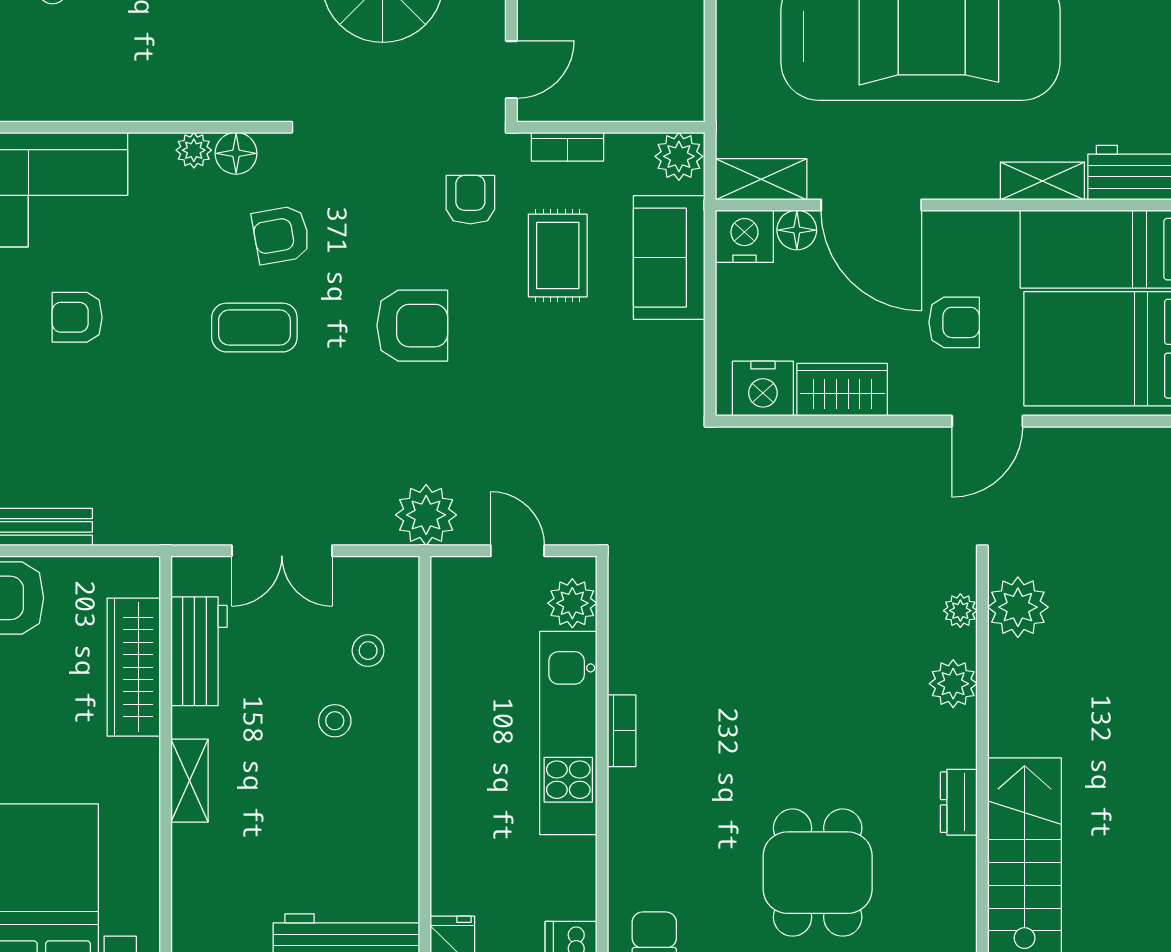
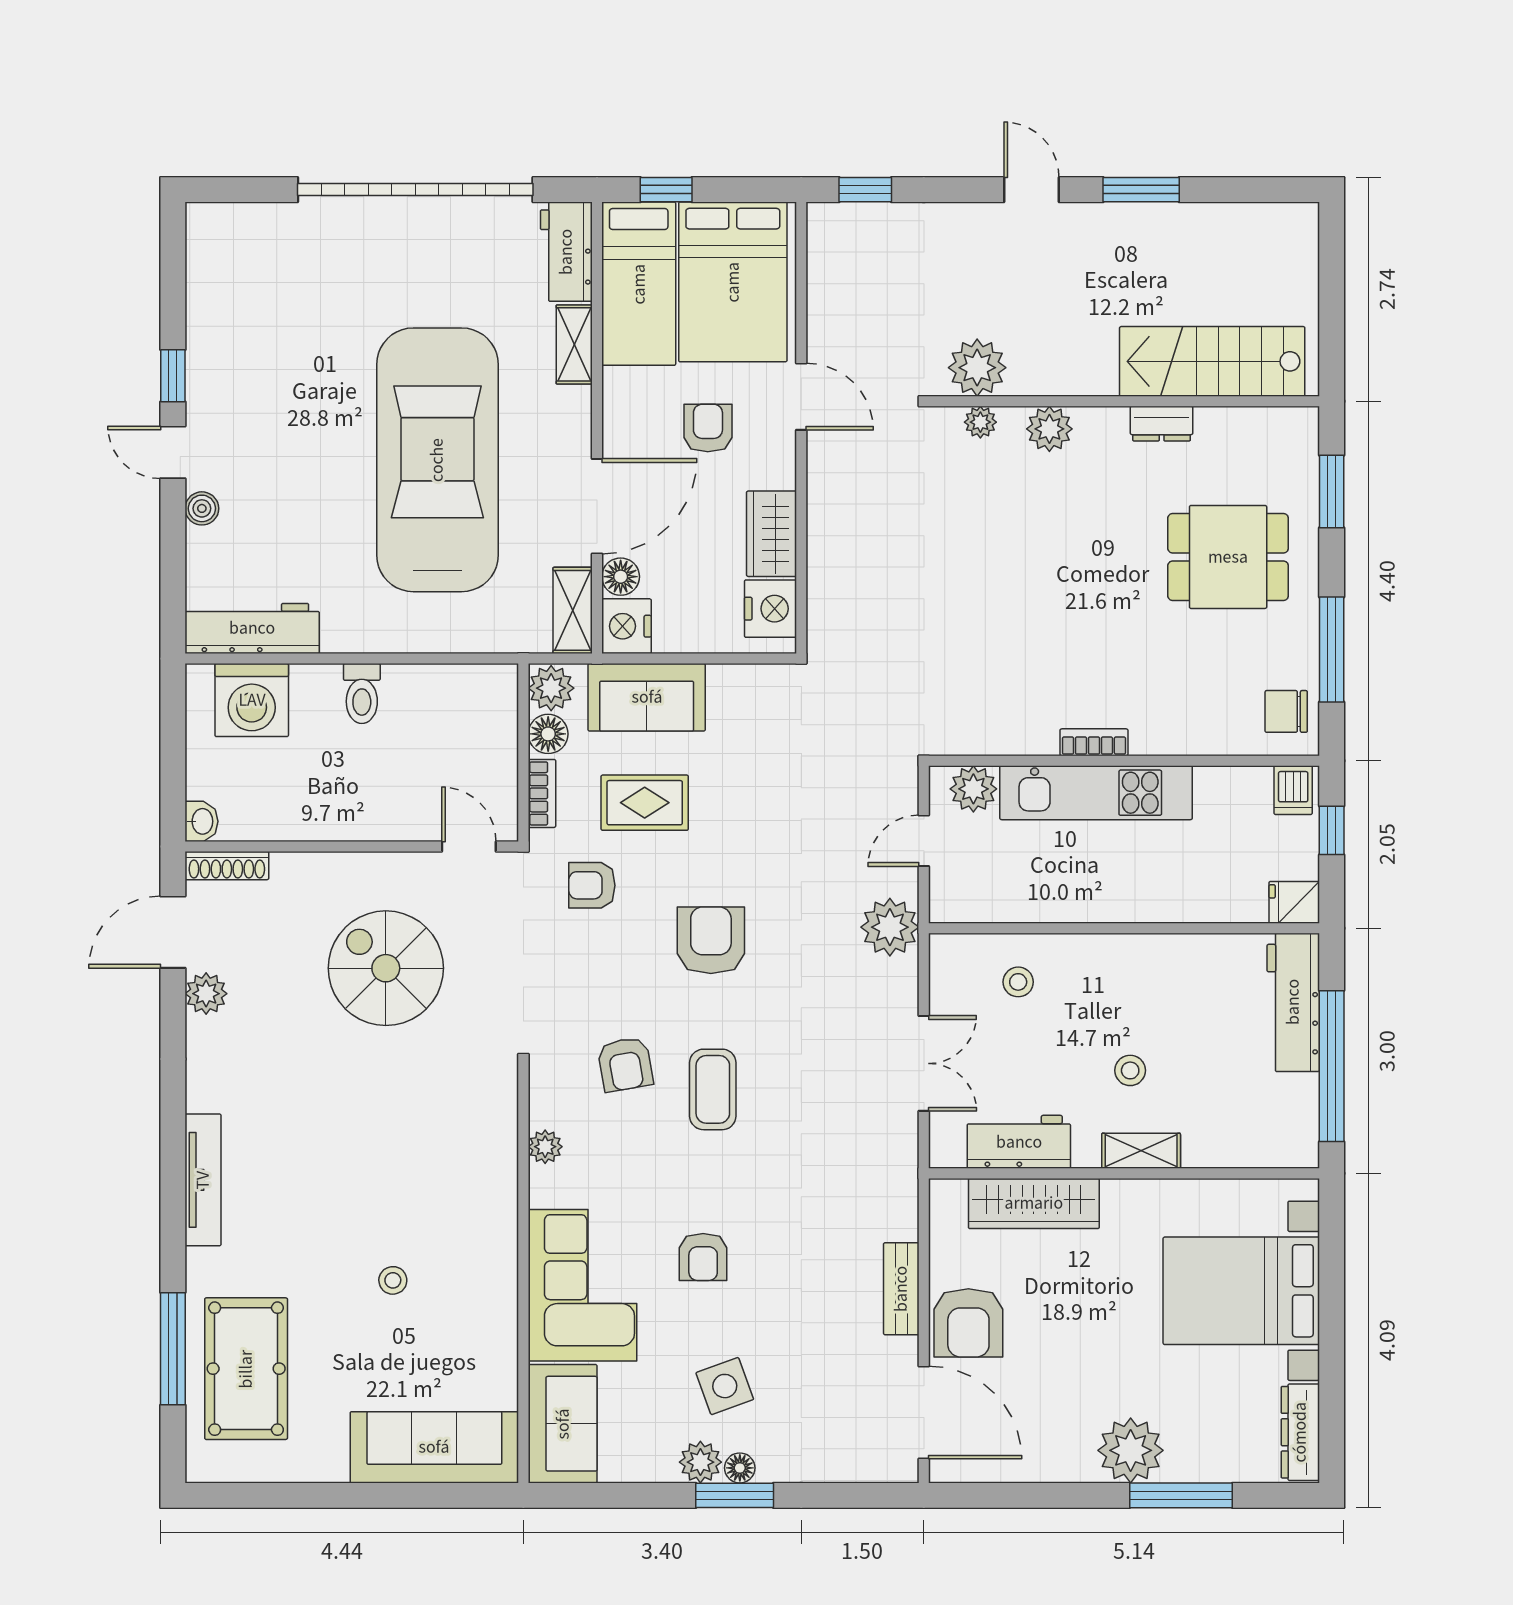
floor lamp: (236, 153) -> (548, 734), moved
stool: (335, 721) -> (1130, 1070), moved

